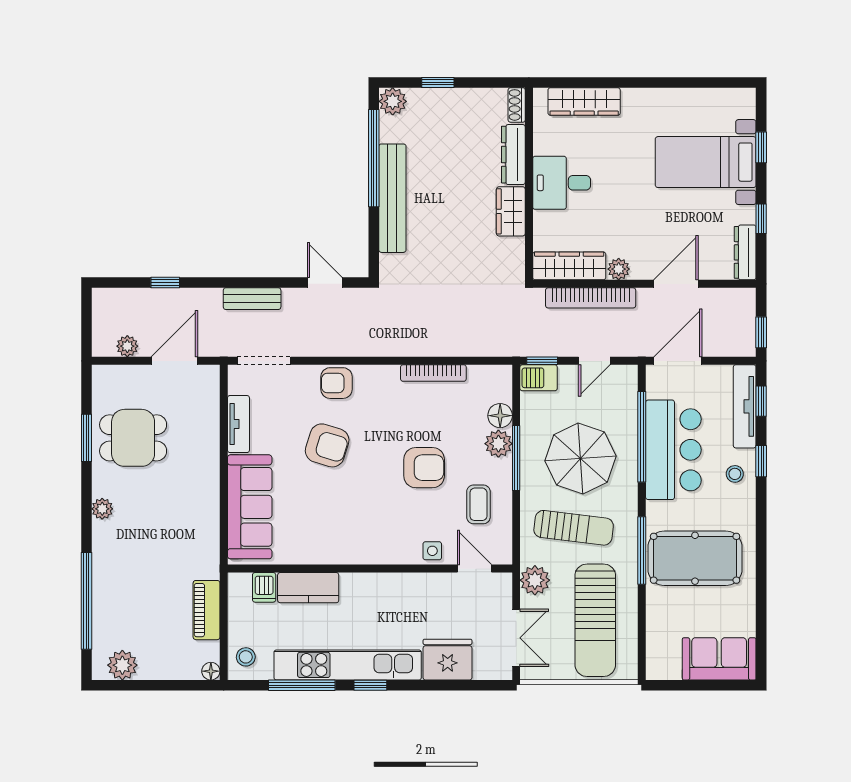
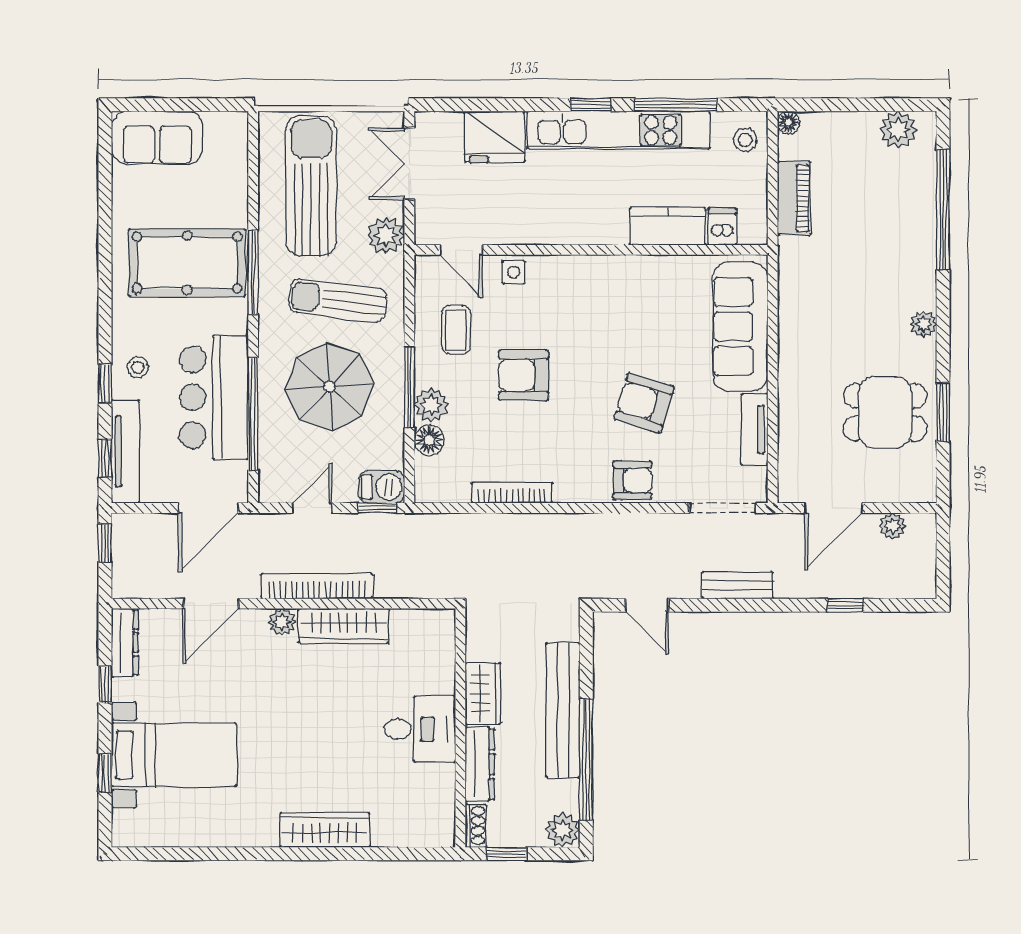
shoe rack: (517, 105) -> (476, 826), moved
dresser: (513, 155) -> (480, 764), moved
desk: (562, 183) -> (420, 729), moved
wall: (529, 184) -> (460, 728), moved
wardrobe: (511, 211) -> (483, 694), moved

